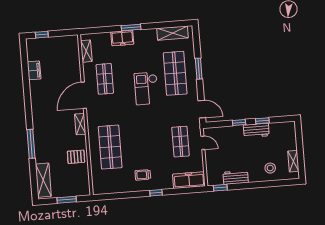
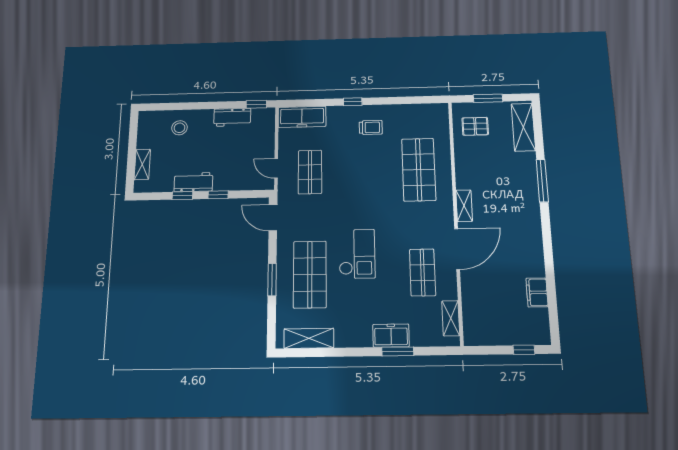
window: (131, 28) -> (398, 351), moved
pallet: (76, 157) -> (475, 126), moved
shelving: (293, 161) -> (142, 164), moved

